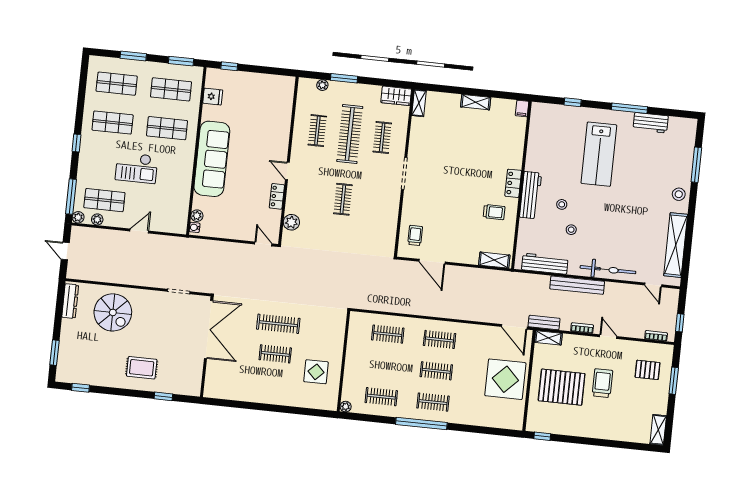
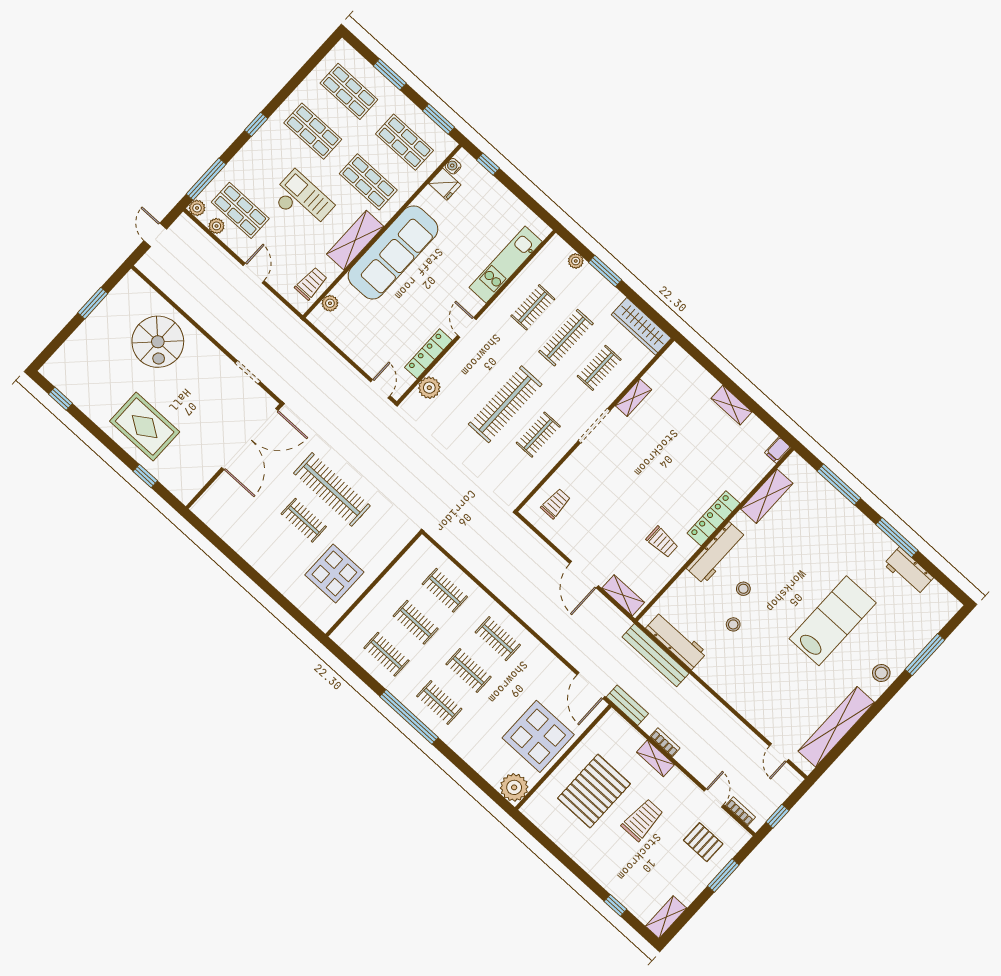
wardrobe: (396, 96) -> (641, 326), width x1.50
window: (573, 102) -> (839, 485), width x2.17
shelving: (419, 103) -> (633, 398), moved
kitchen unit: (283, 117) -> (506, 265), added
clothes rail: (350, 134) -> (566, 338), width x0.73, depth x0.76
shelving: (535, 140) -> (767, 496), added
lab bench: (599, 154) -> (833, 621), moved, turned 180
checkout: (137, 168) -> (302, 201), turned 180
shelving: (184, 168) -> (355, 240), added
locker: (513, 183) -> (714, 518), width x1.53
locker: (277, 196) -> (428, 354), width x1.53
clothes rail: (343, 199) -> (505, 404), width x1.86, depth x1.31
clothes rail: (375, 203) -> (538, 435), added
trolley: (177, 212) -> (311, 283), added
water cooler: (195, 227) -> (453, 166), moved
door: (139, 231) -> (254, 273), hinge flipped
door: (432, 262) -> (584, 575), moved
bicycle: (608, 270) -> (741, 699), removed
bench: (577, 285) -> (656, 655), moved
dresser: (70, 301) -> (120, 294), removed
clothes rail: (278, 324) -> (332, 489), width x1.37, depth x1.31
door: (608, 337) -> (714, 798), moved
shelving: (548, 338) -> (655, 758), moved
window: (55, 353) -> (93, 303), moved
clothes rail: (385, 365) -> (416, 622), added
rug: (142, 368) -> (145, 427), width x1.36, depth x1.43
display table: (316, 372) -> (334, 573), width x1.36, depth x1.36
pallet: (562, 387) -> (594, 791), turned 90
plant: (346, 407) -> (514, 787), moved, width x1.88, depth x1.88
window: (542, 436) -> (615, 905), moved

